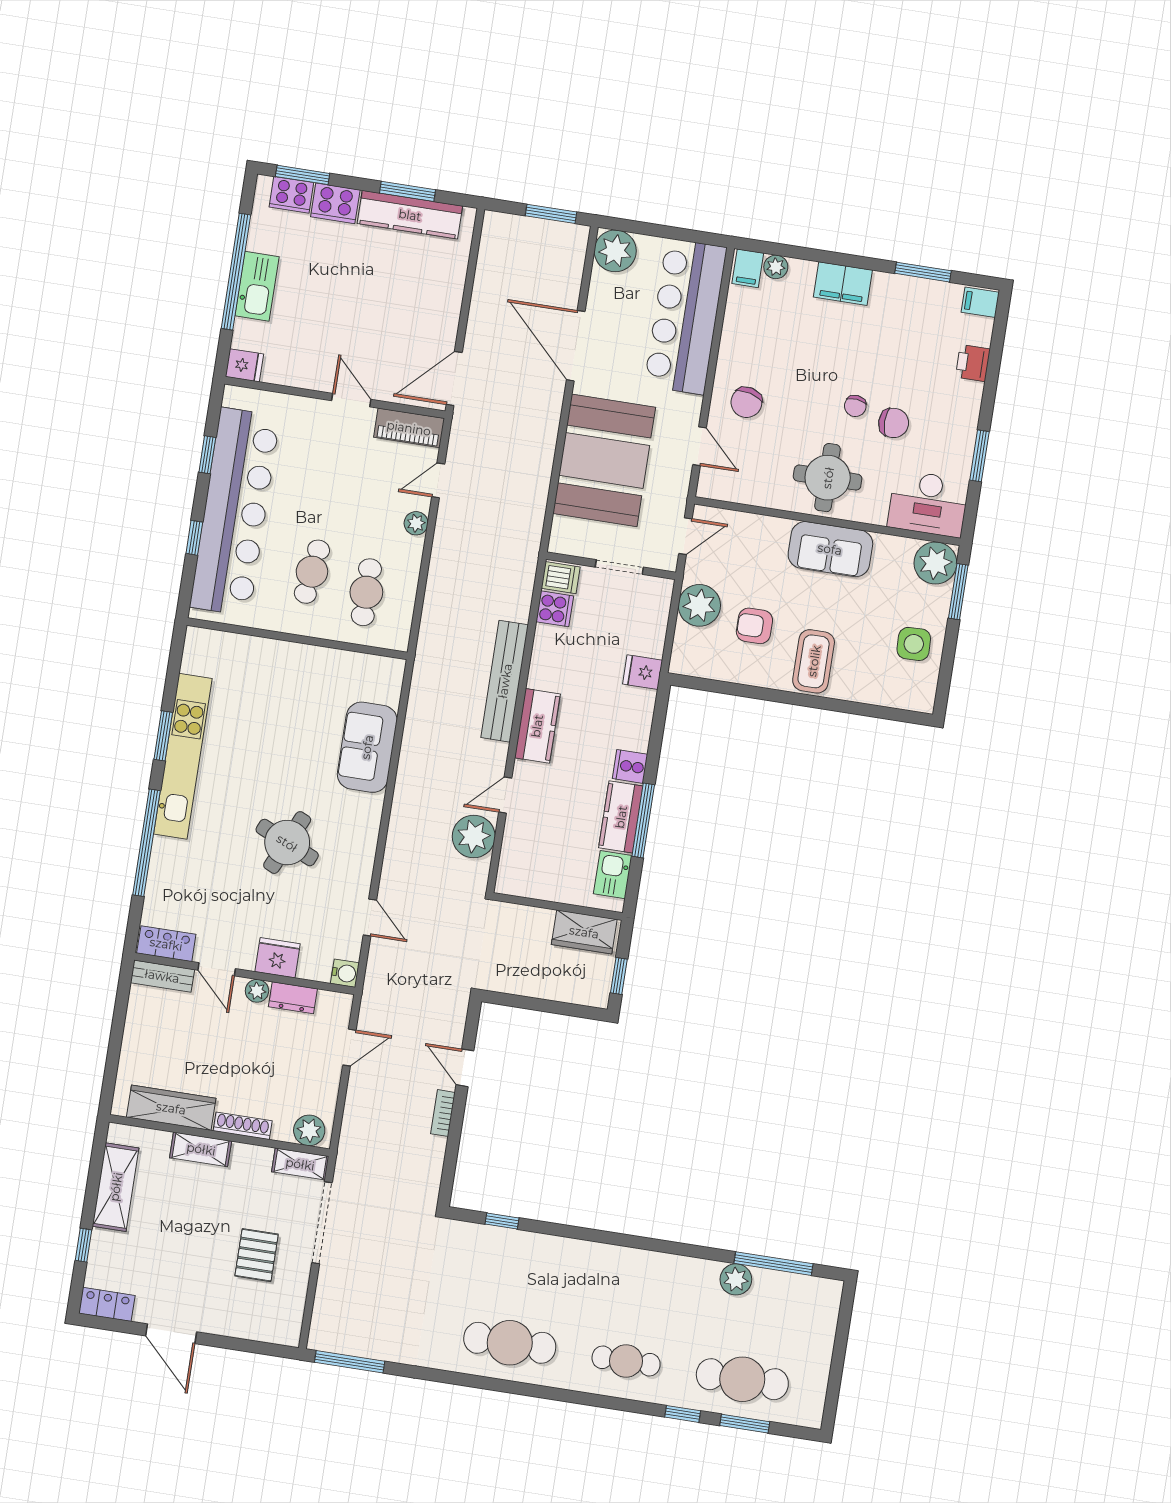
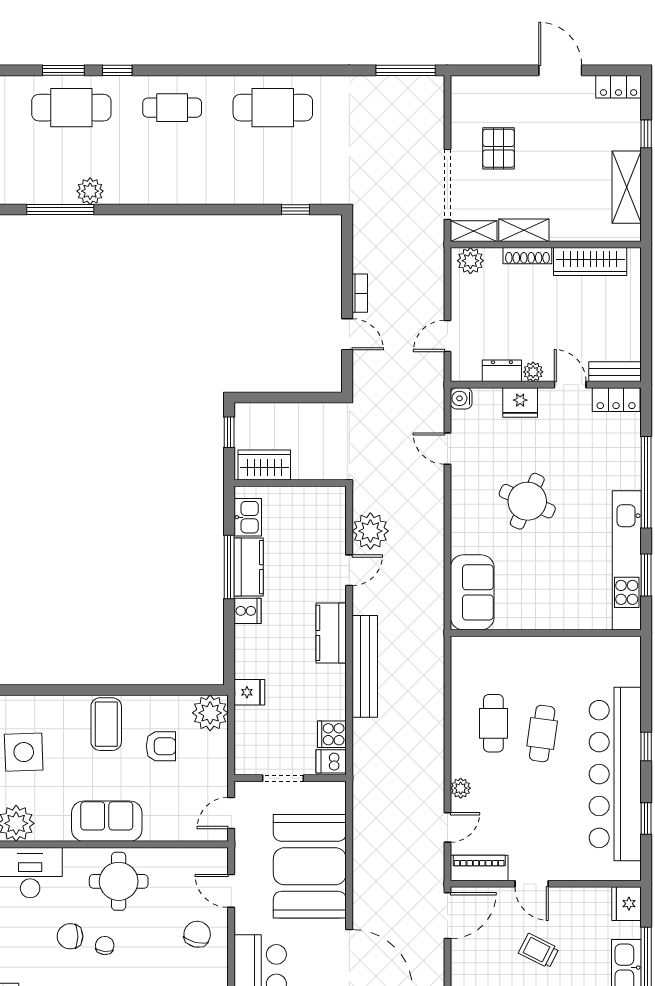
trolley: (355, 322) -> (539, 951), added
fridge: (244, 365) -> (627, 904), width x1.38
plant: (699, 605) -> (210, 713), moved
wall: (297, 639) -> (546, 633), moved
side table: (914, 644) -> (24, 752), width x1.37, depth x1.37
shelving: (201, 1149) -> (524, 230), moved

